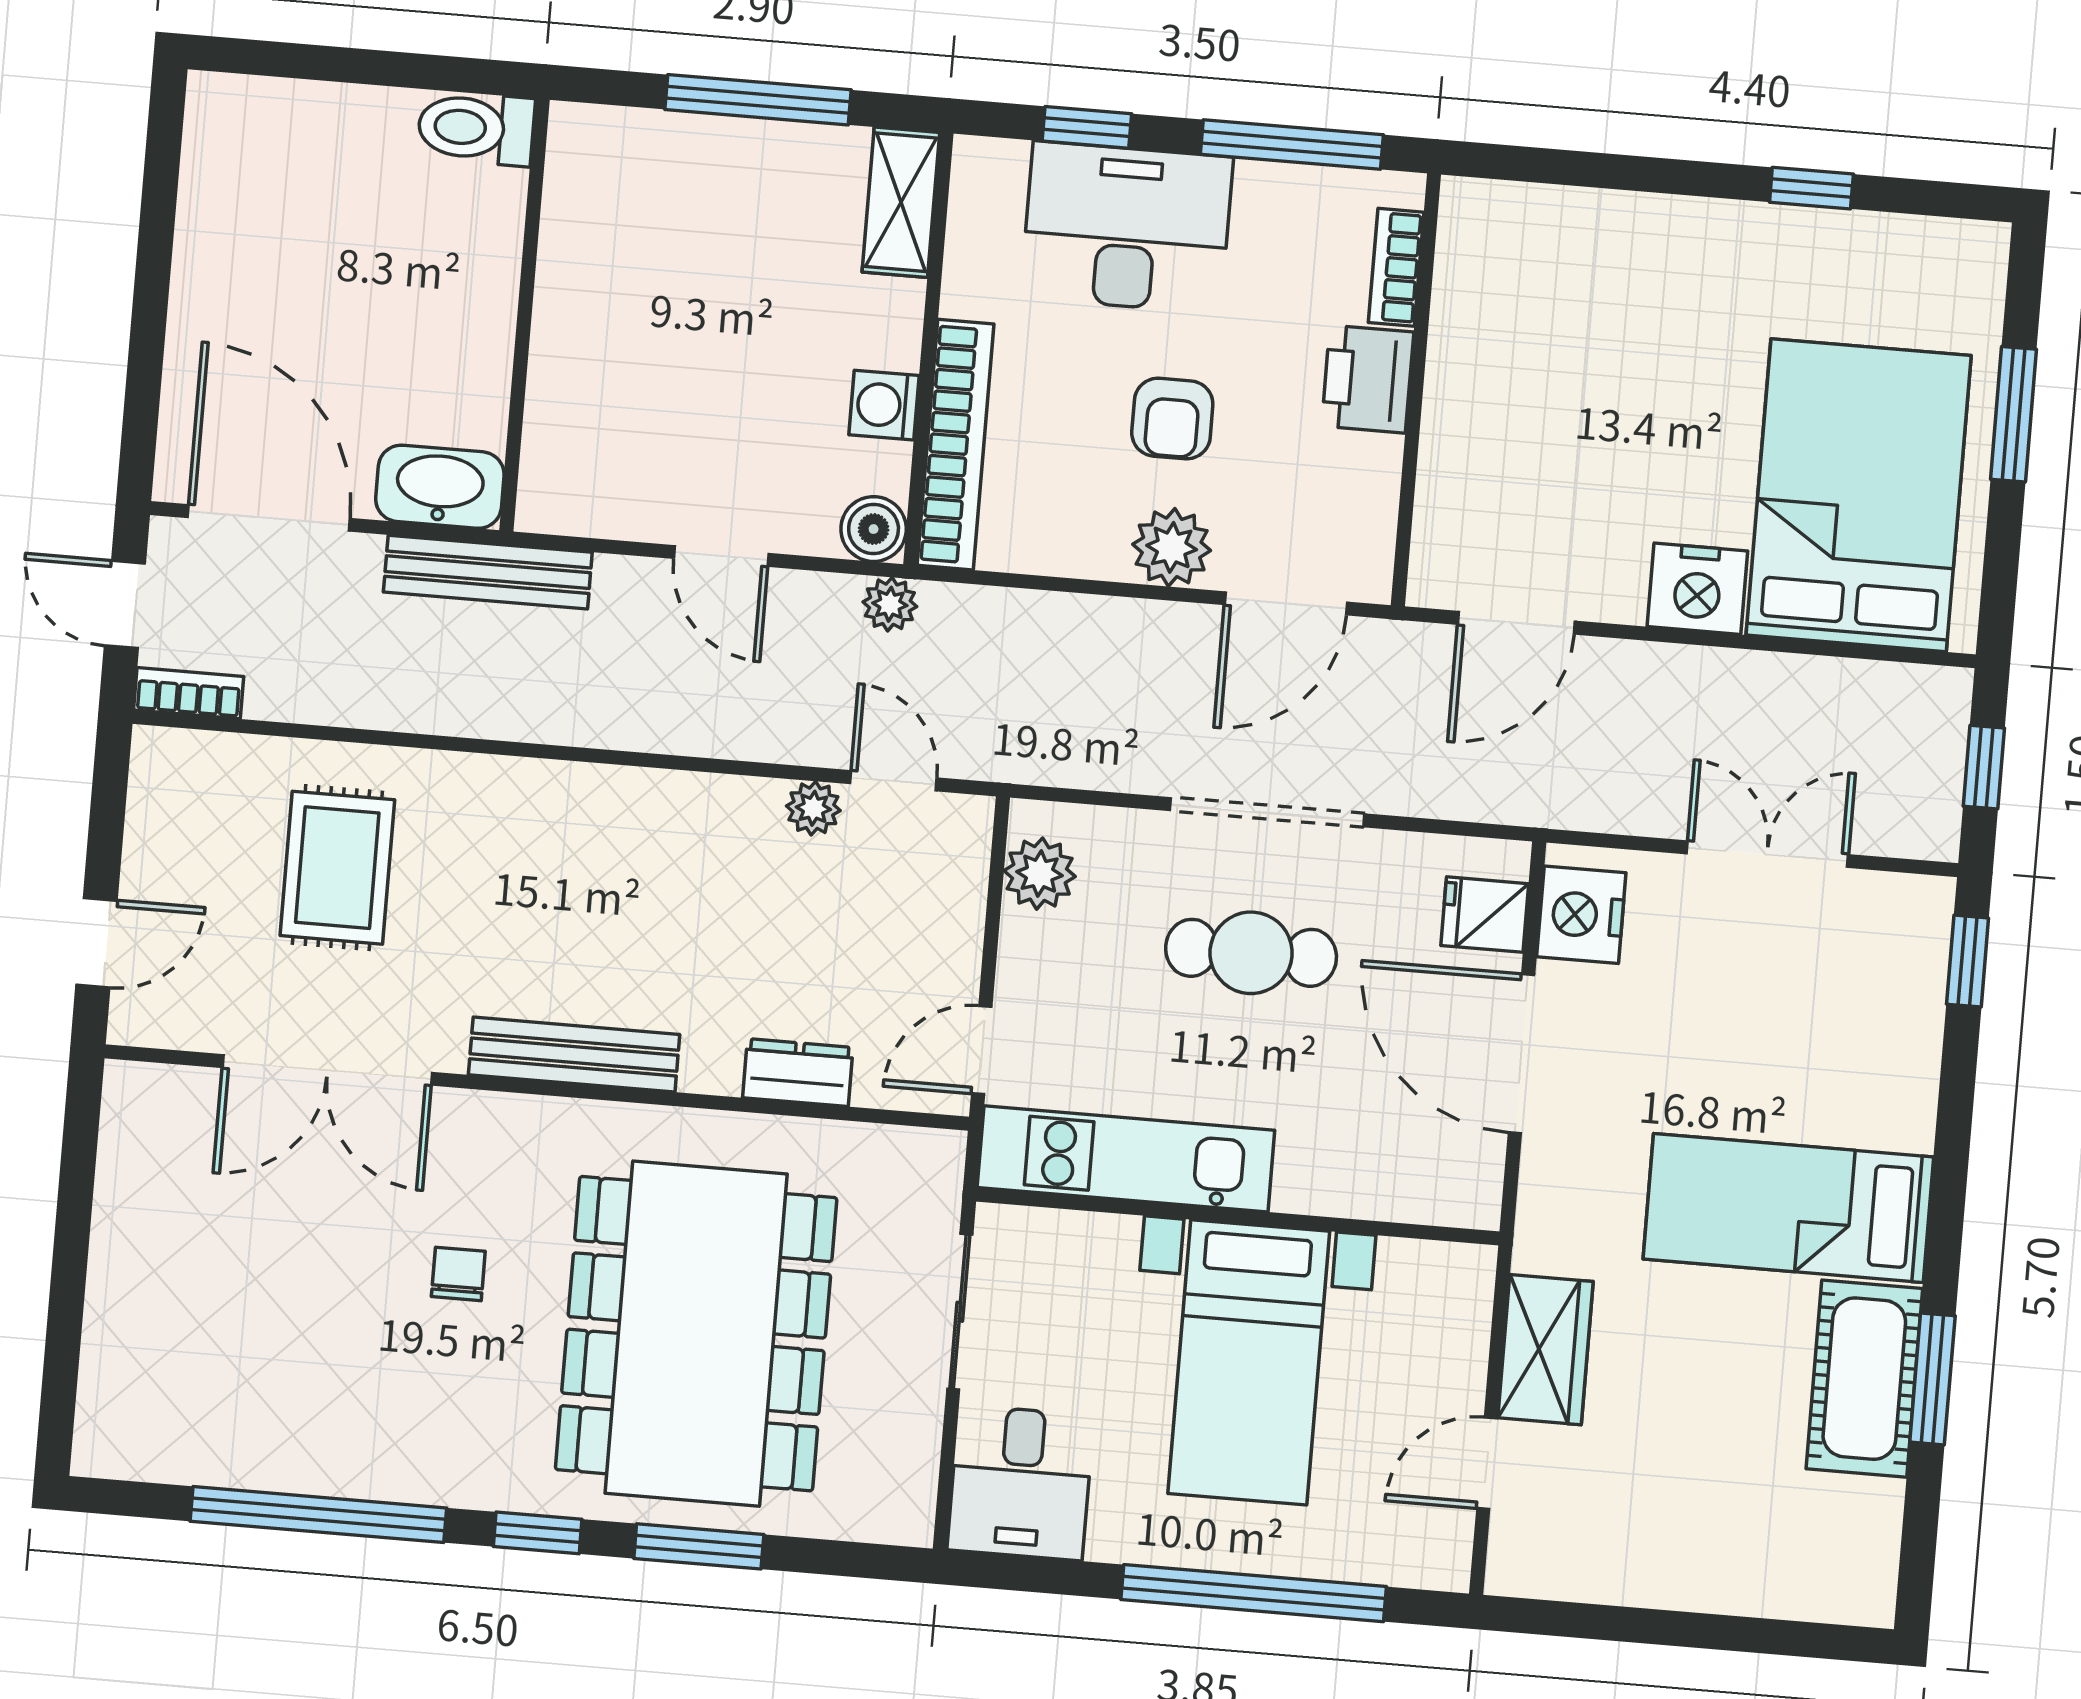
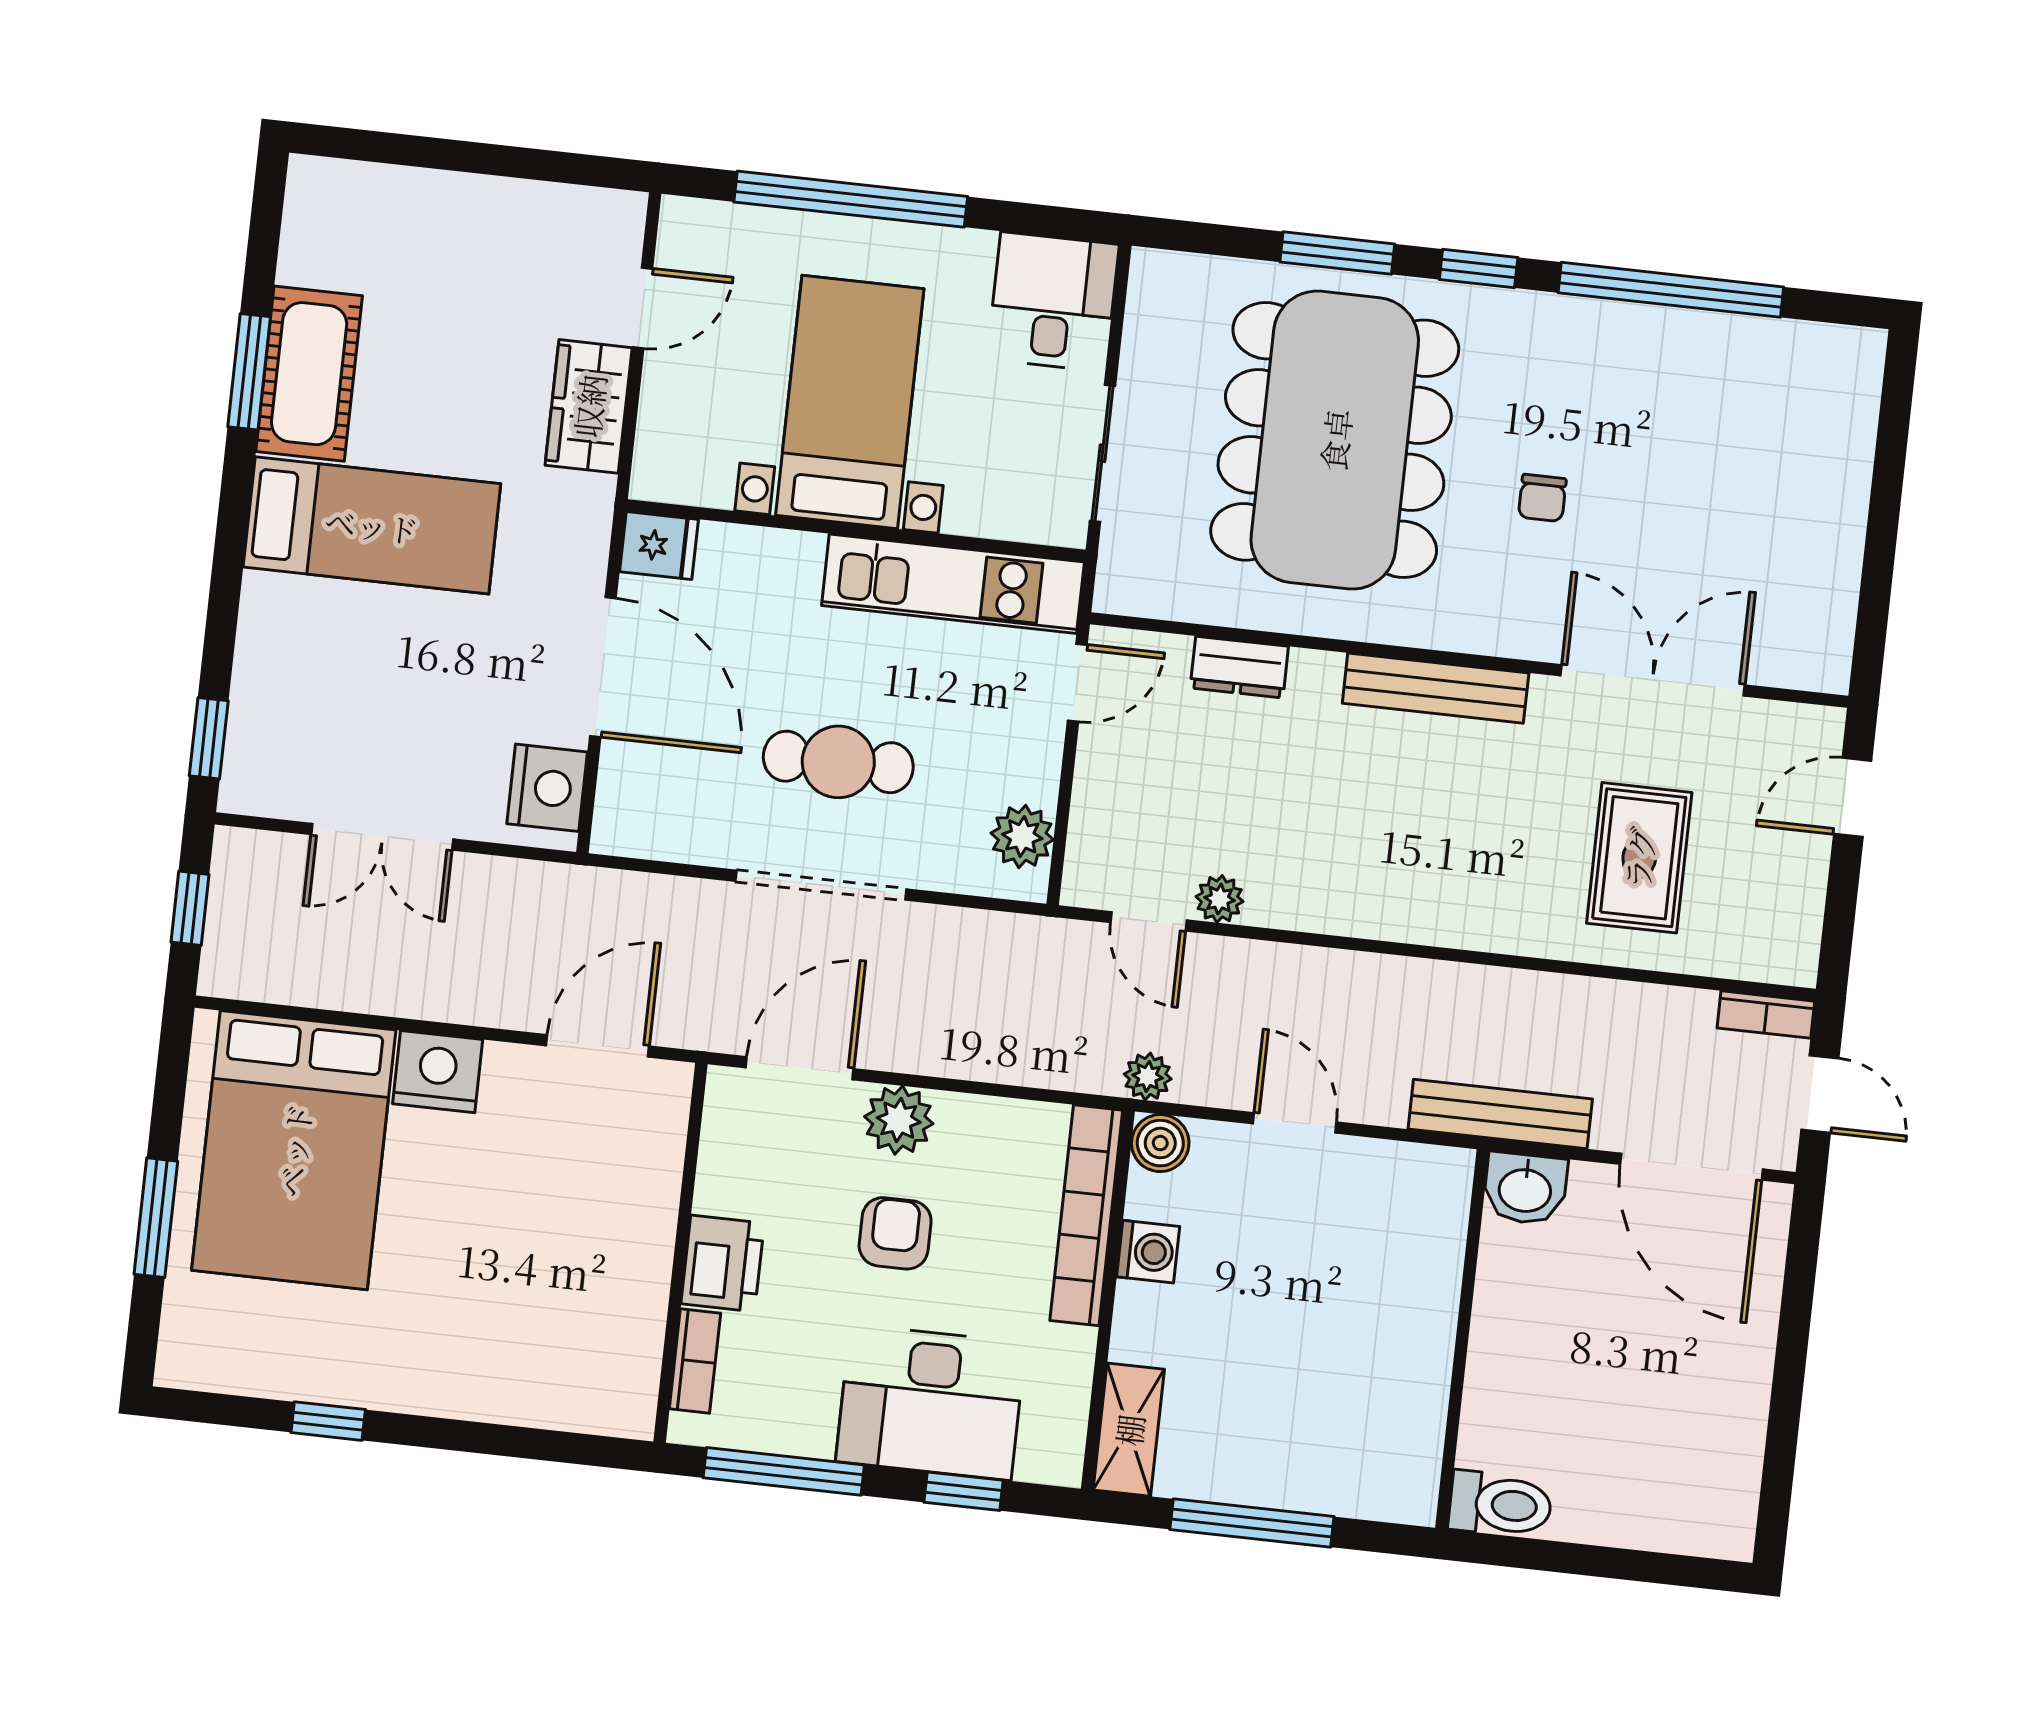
washbasin: (440, 487) -> (1525, 1189), width x0.72
fridge: (1485, 915) -> (659, 546), moved

